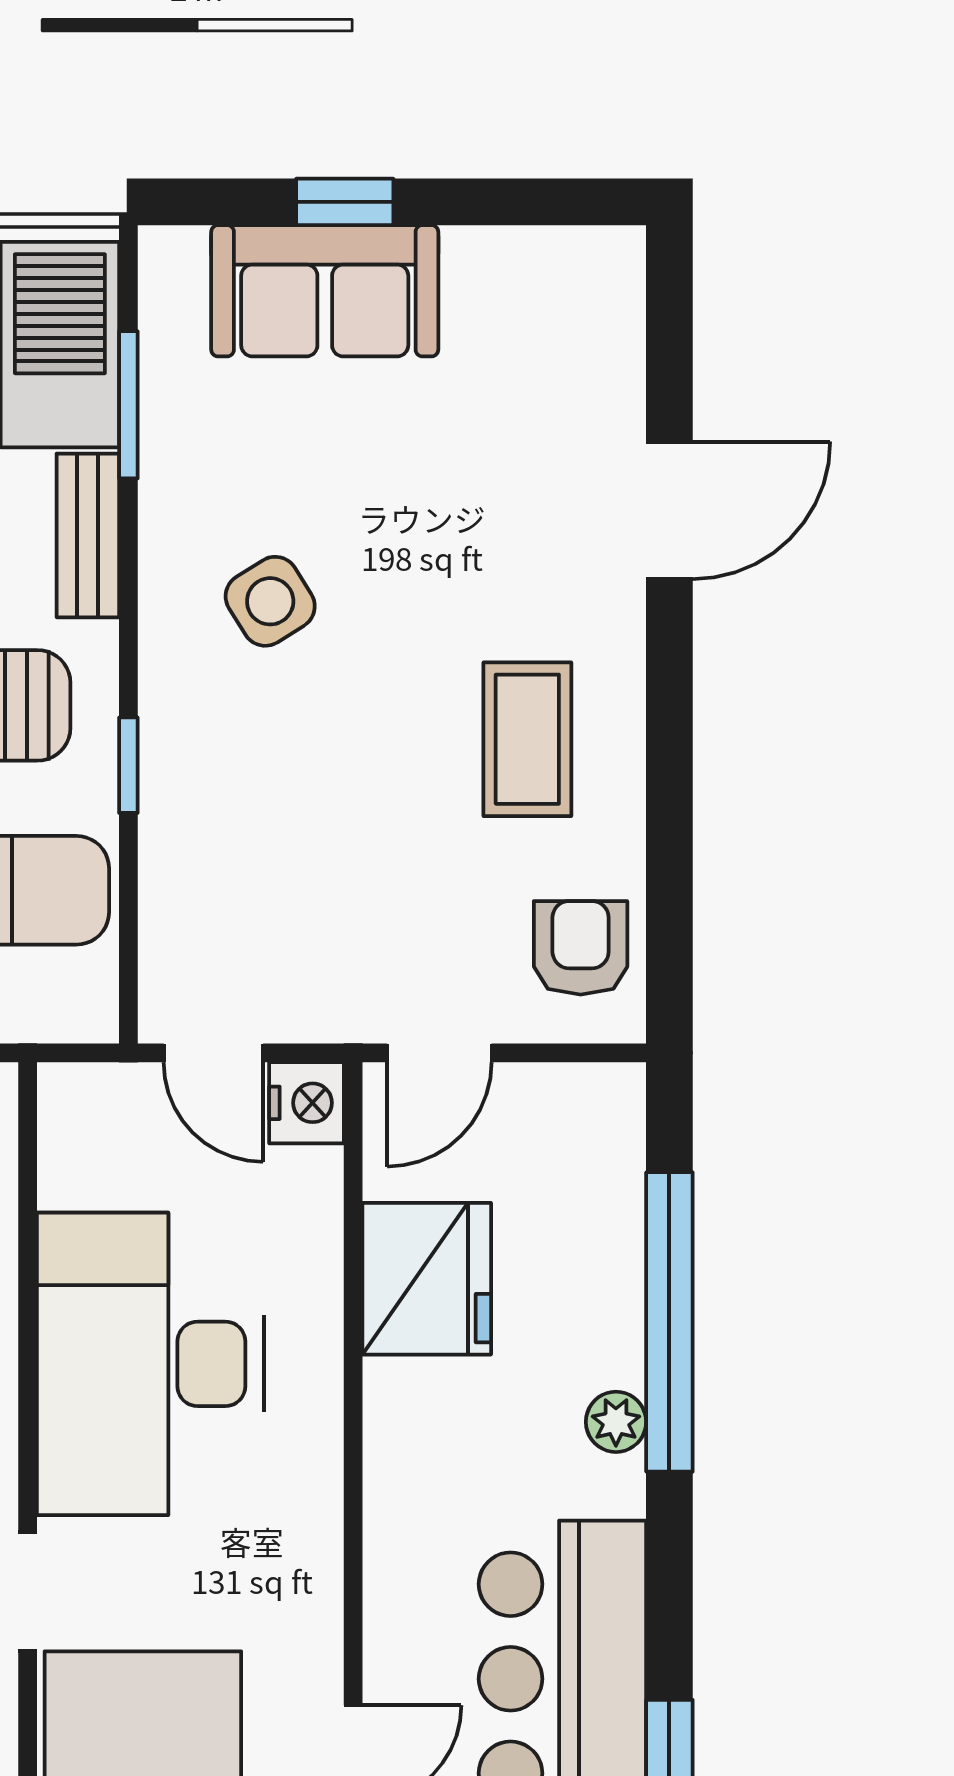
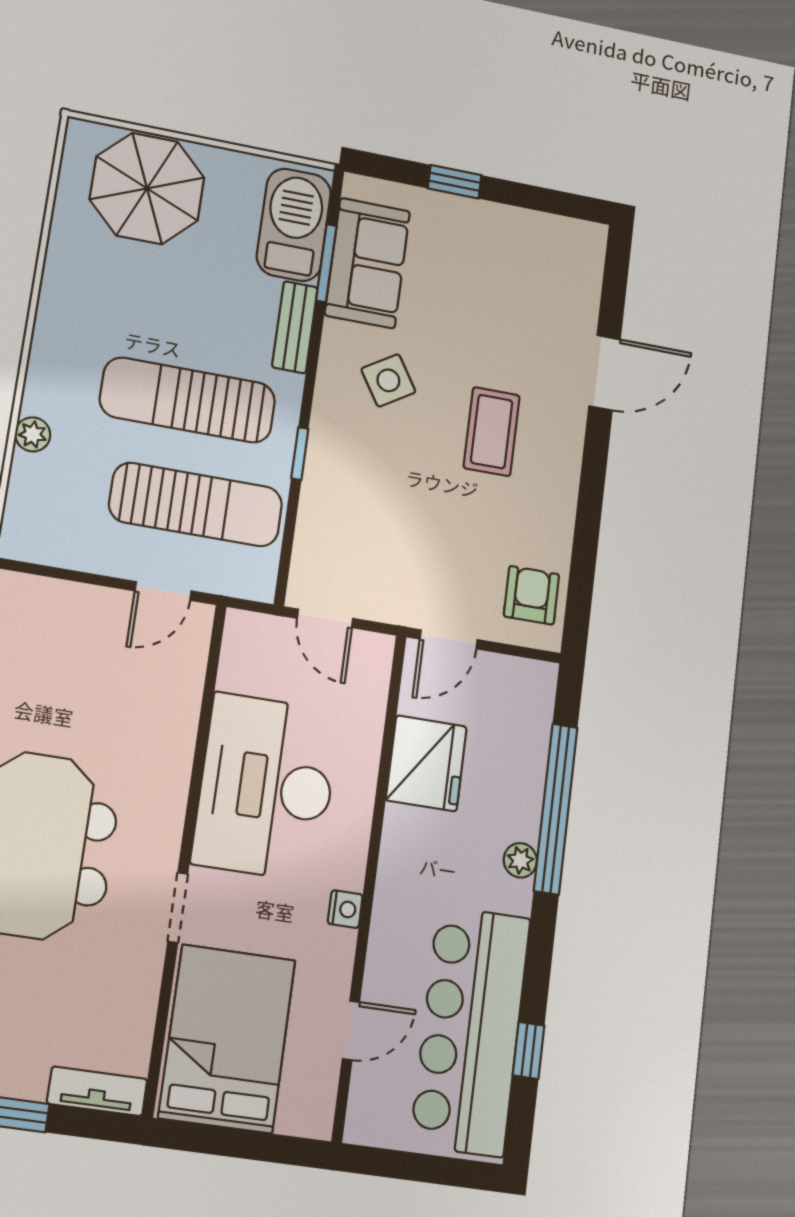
sofa: (325, 291) -> (367, 263), moved, turned -90
coffee table: (527, 739) -> (492, 432), moved
nightstand: (307, 1103) -> (345, 909), moved, width x0.72, depth x0.74

